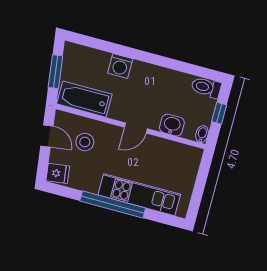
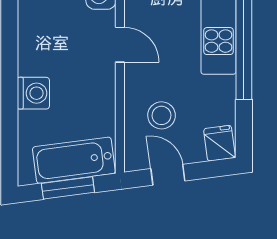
bathtub: (84, 99) -> (74, 160), moved, turned 83
door: (47, 136) -> (168, 175), hinge flipped

